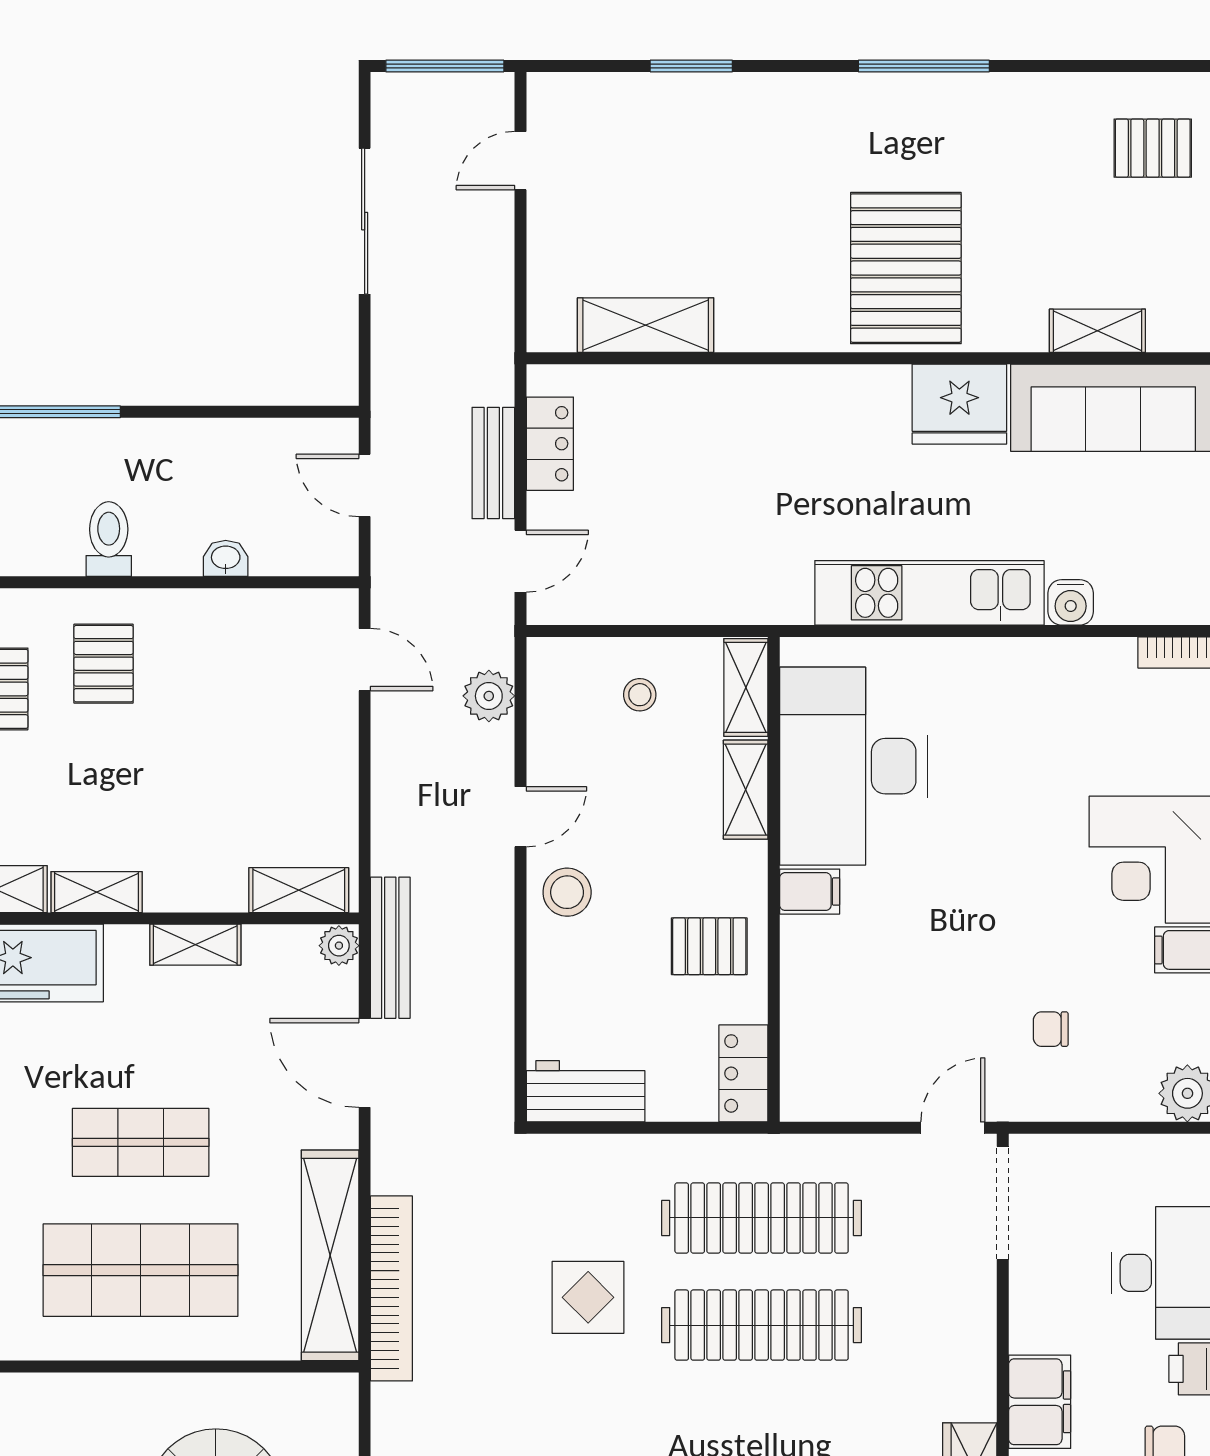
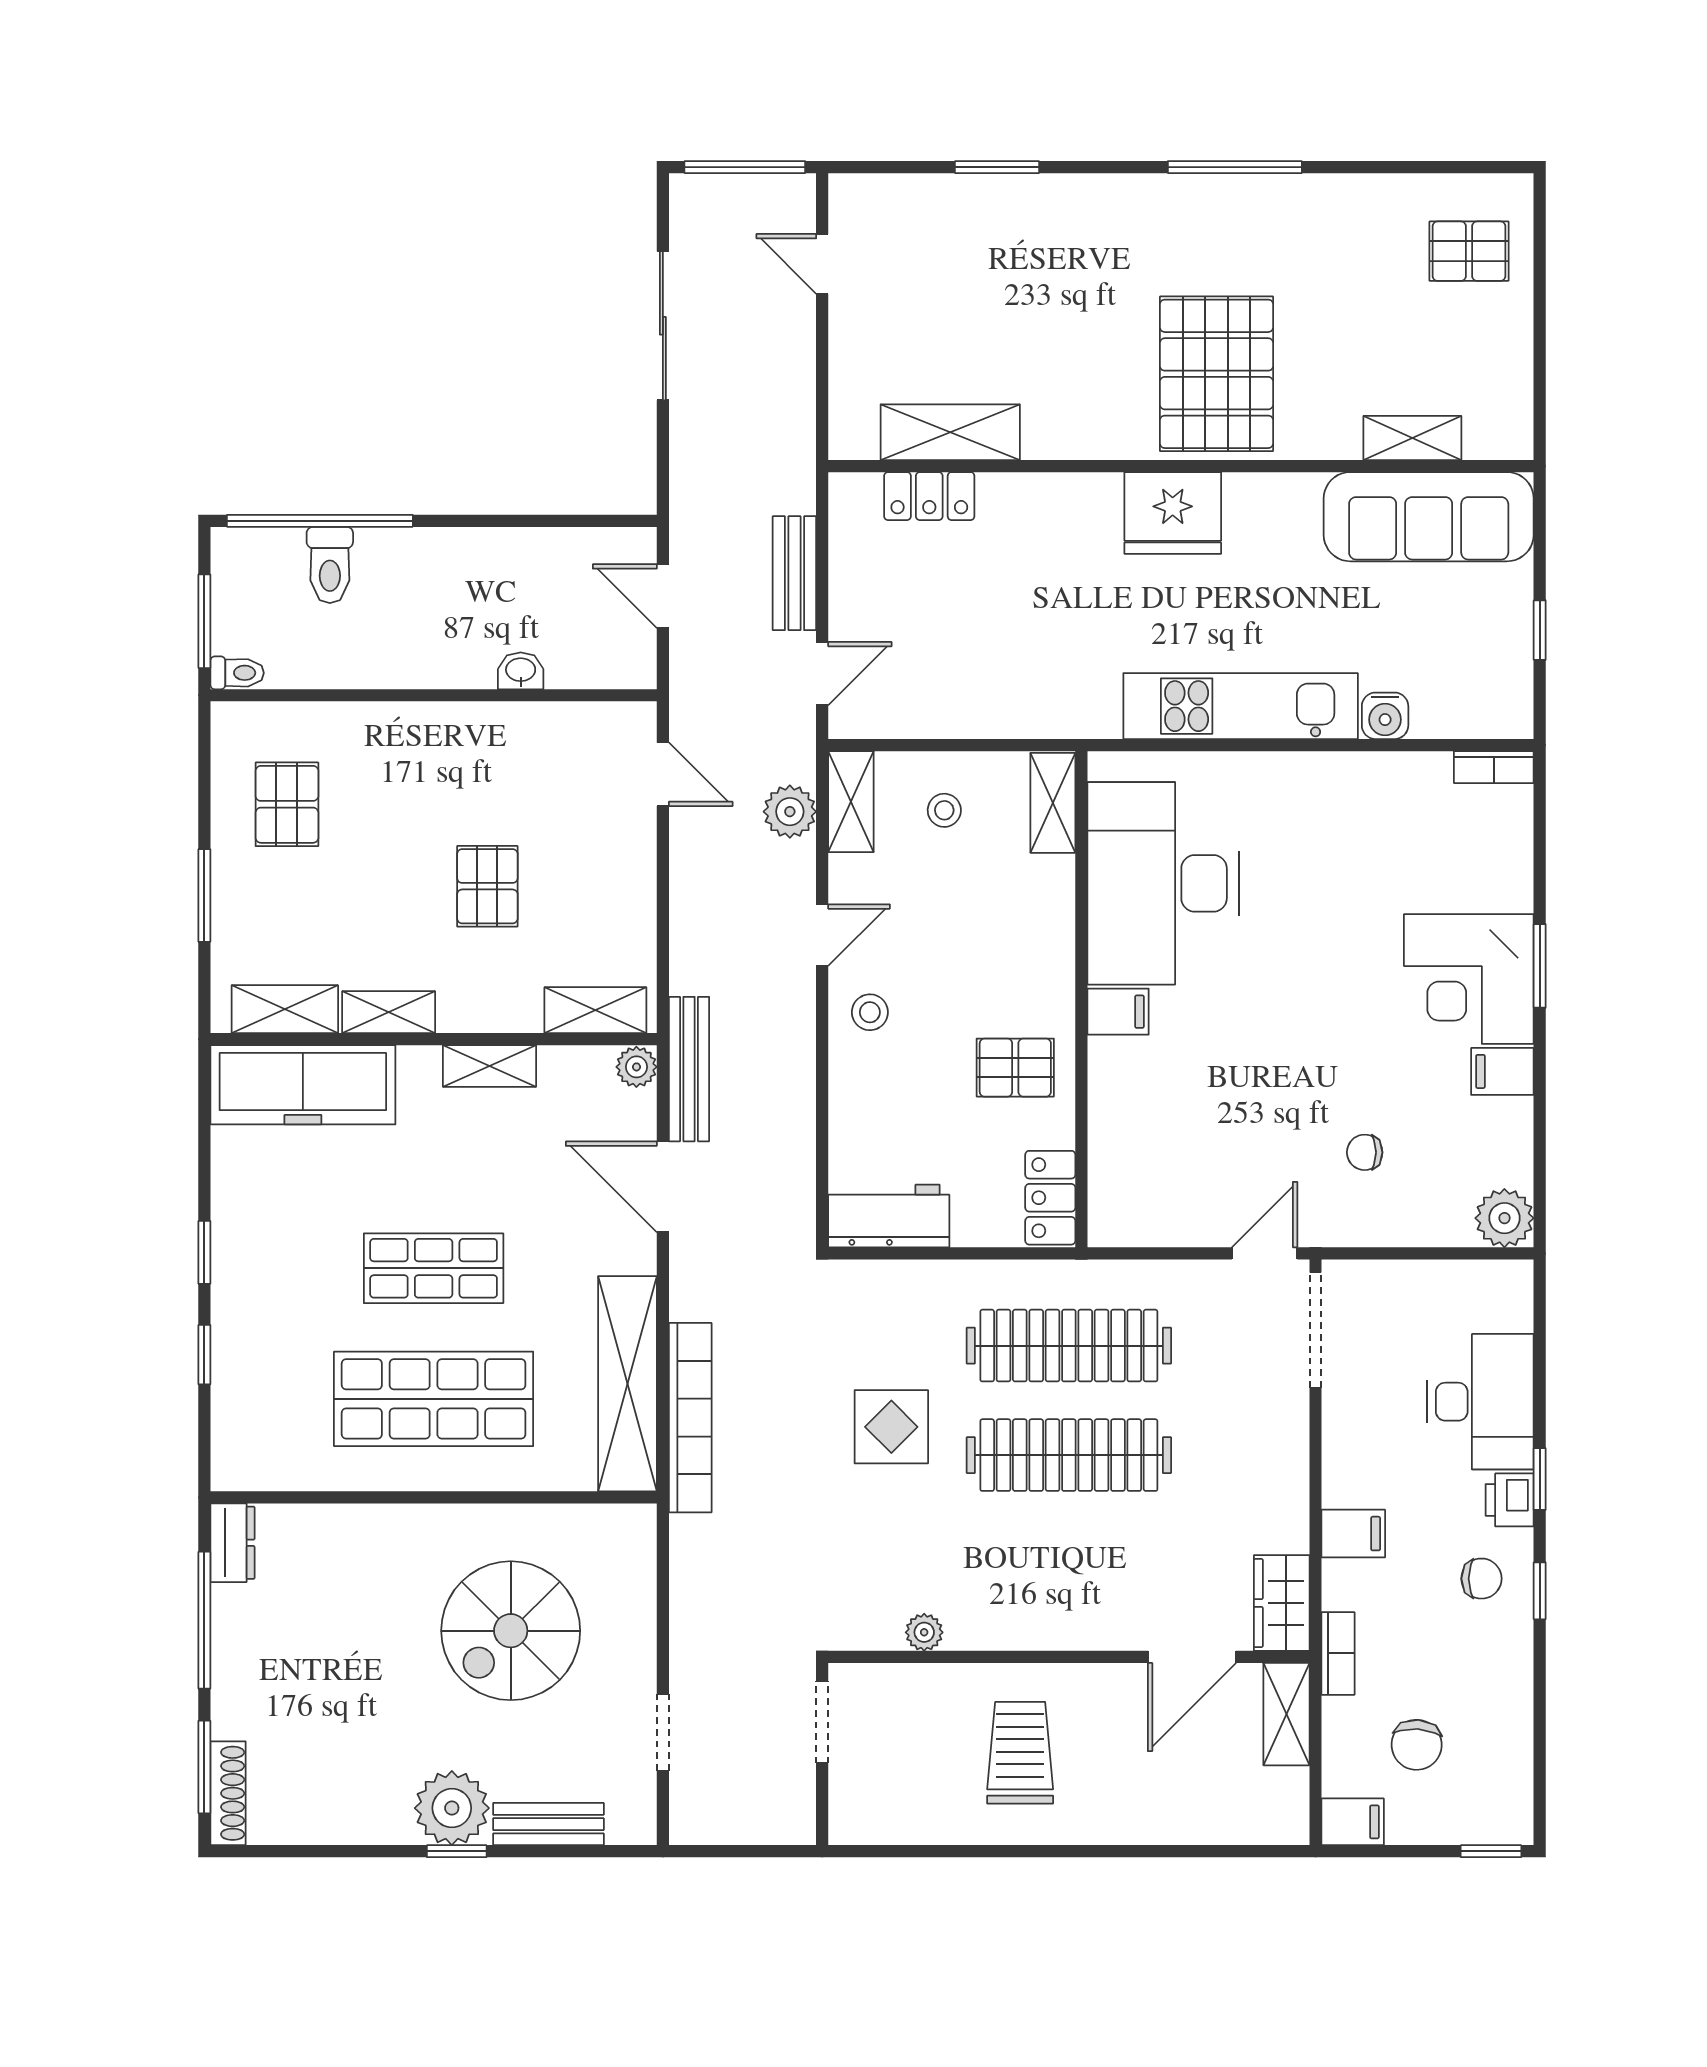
door: (520, 161) -> (822, 264), hinge flipped
fridge: (959, 404) -> (1173, 513), moved
locker: (550, 444) -> (929, 496), moved, turned 90
toilet: (109, 539) -> (330, 565), moved, turned 180
pallet: (104, 664) -> (487, 886), moved
shelving: (746, 790) -> (851, 802), moved
stool: (567, 892) -> (870, 1012), width x0.73, depth x0.73
filing cabinet: (1040, 1402) -> (1353, 1534), width x0.50

